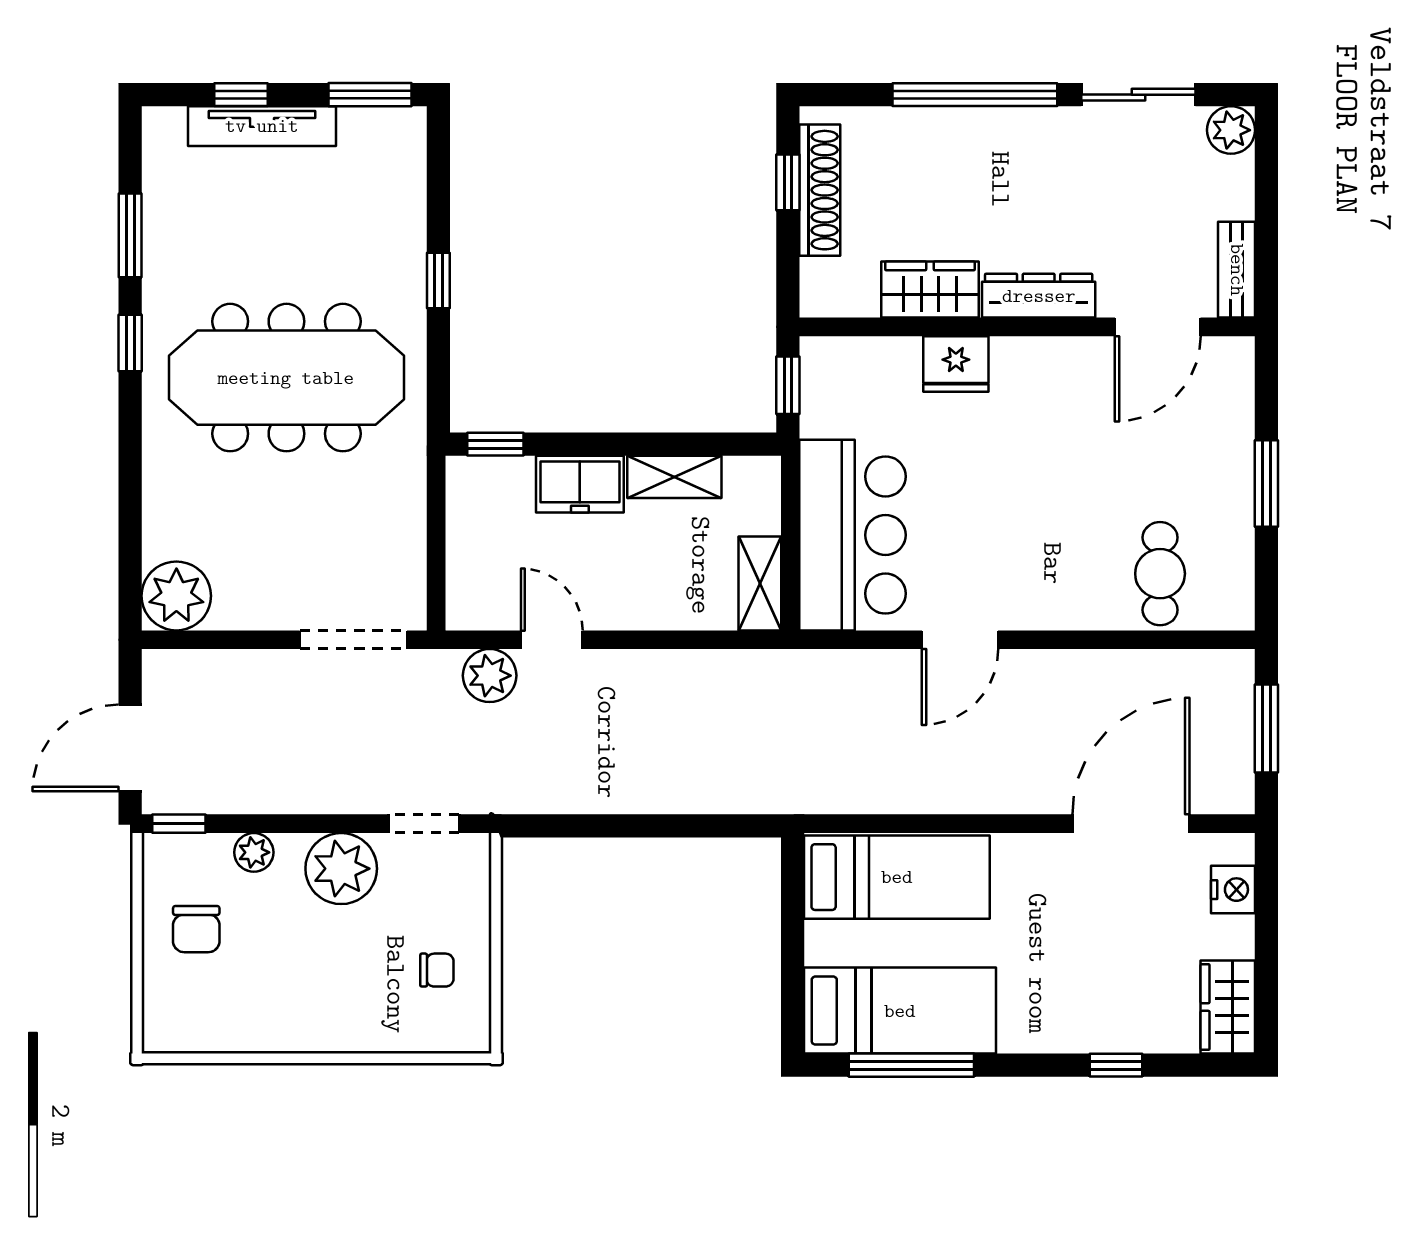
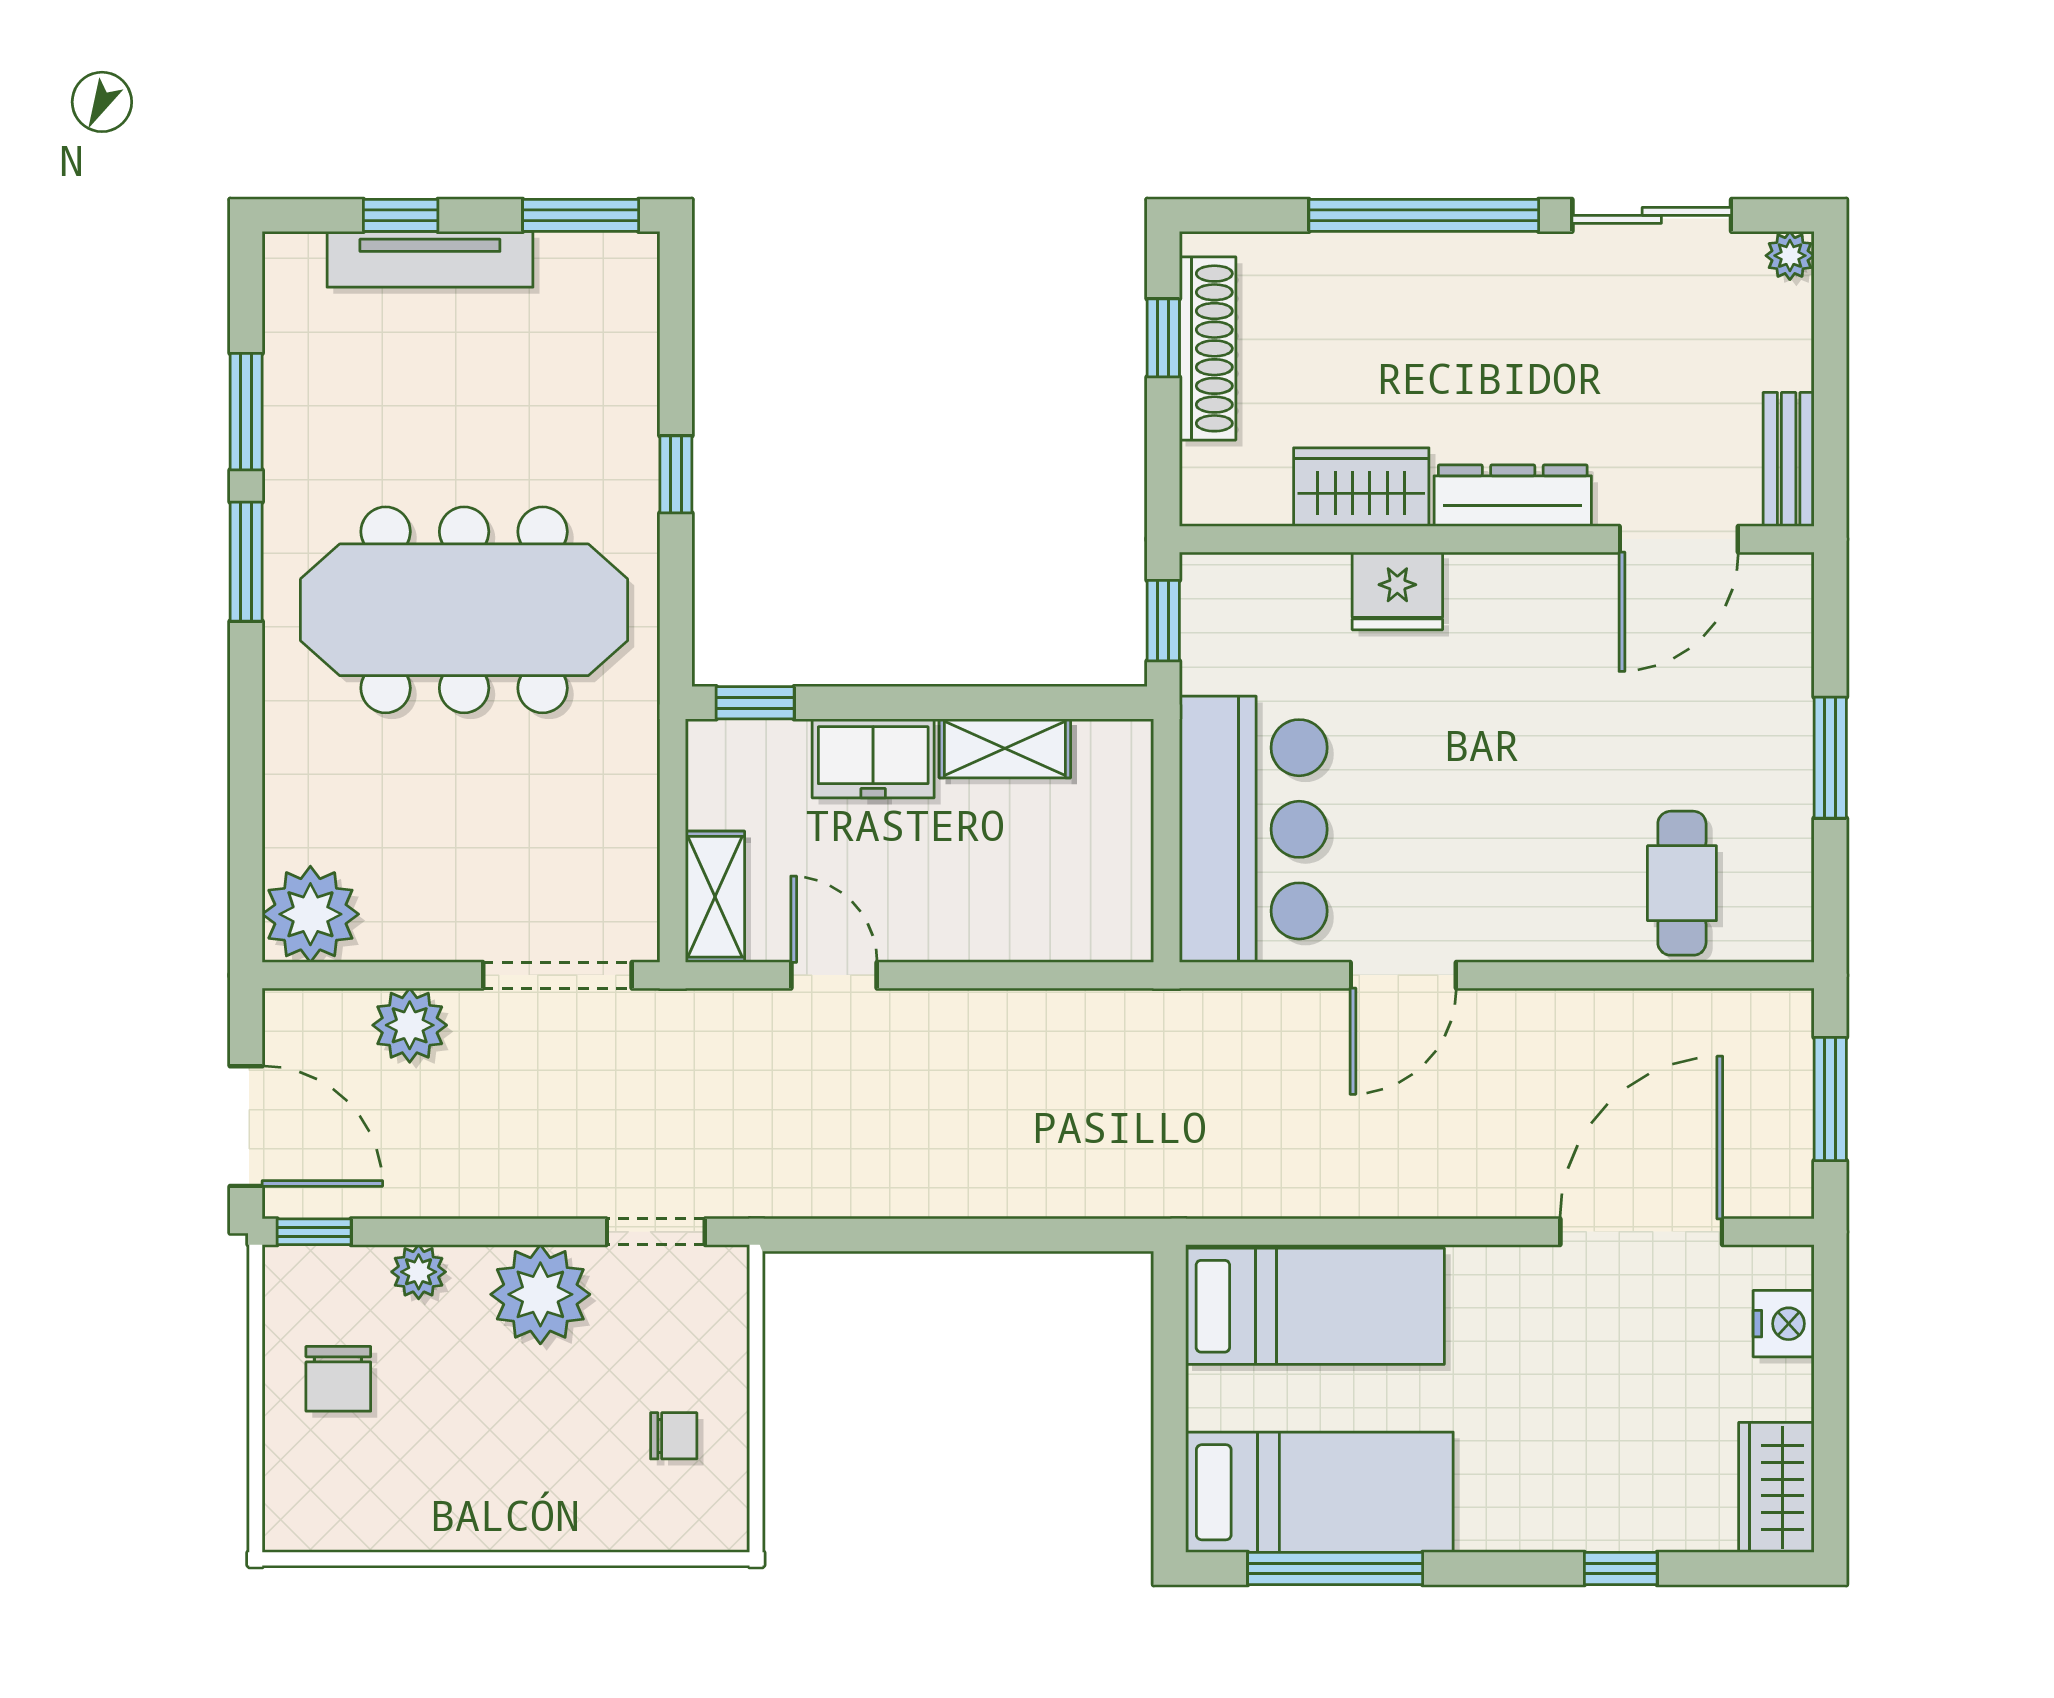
plant: (1231, 130) -> (1790, 256), width x0.73, depth x0.73
window: (130, 343) -> (246, 562), width x1.50
shelving: (760, 583) -> (715, 897), moved
plant: (490, 676) -> (410, 1025), moved
door: (130, 748) -> (246, 1126), swing flipped

